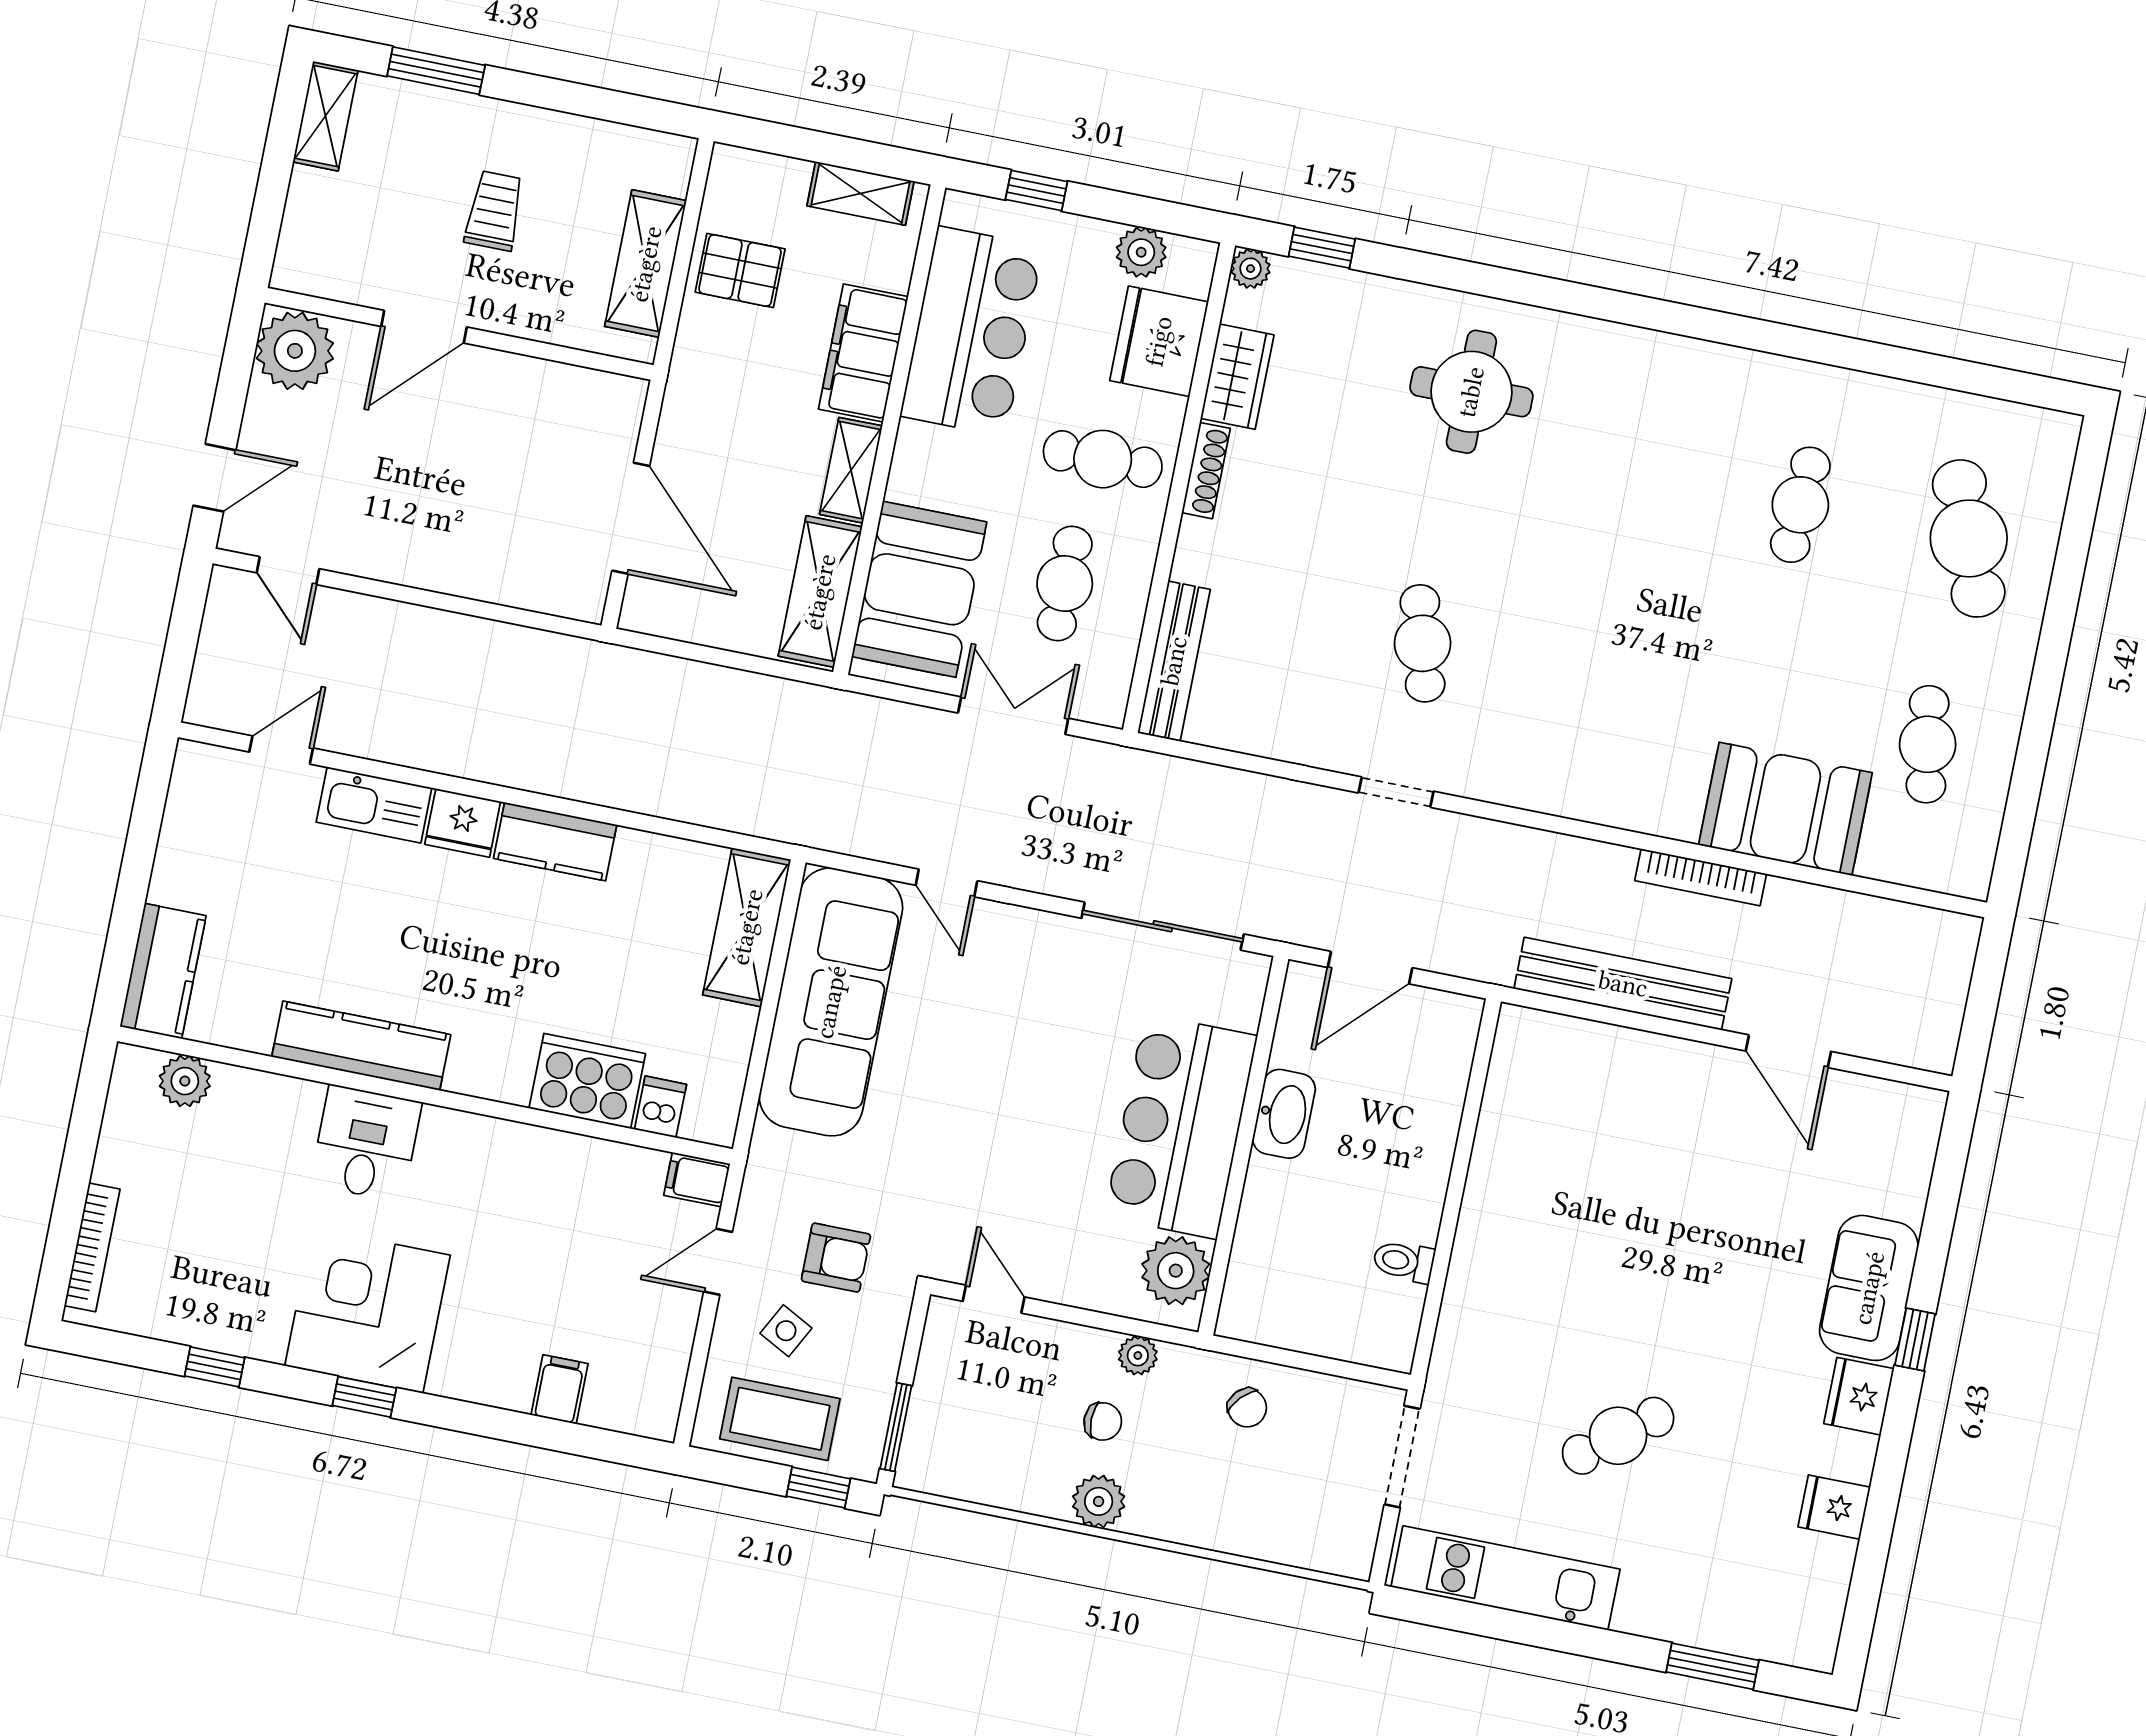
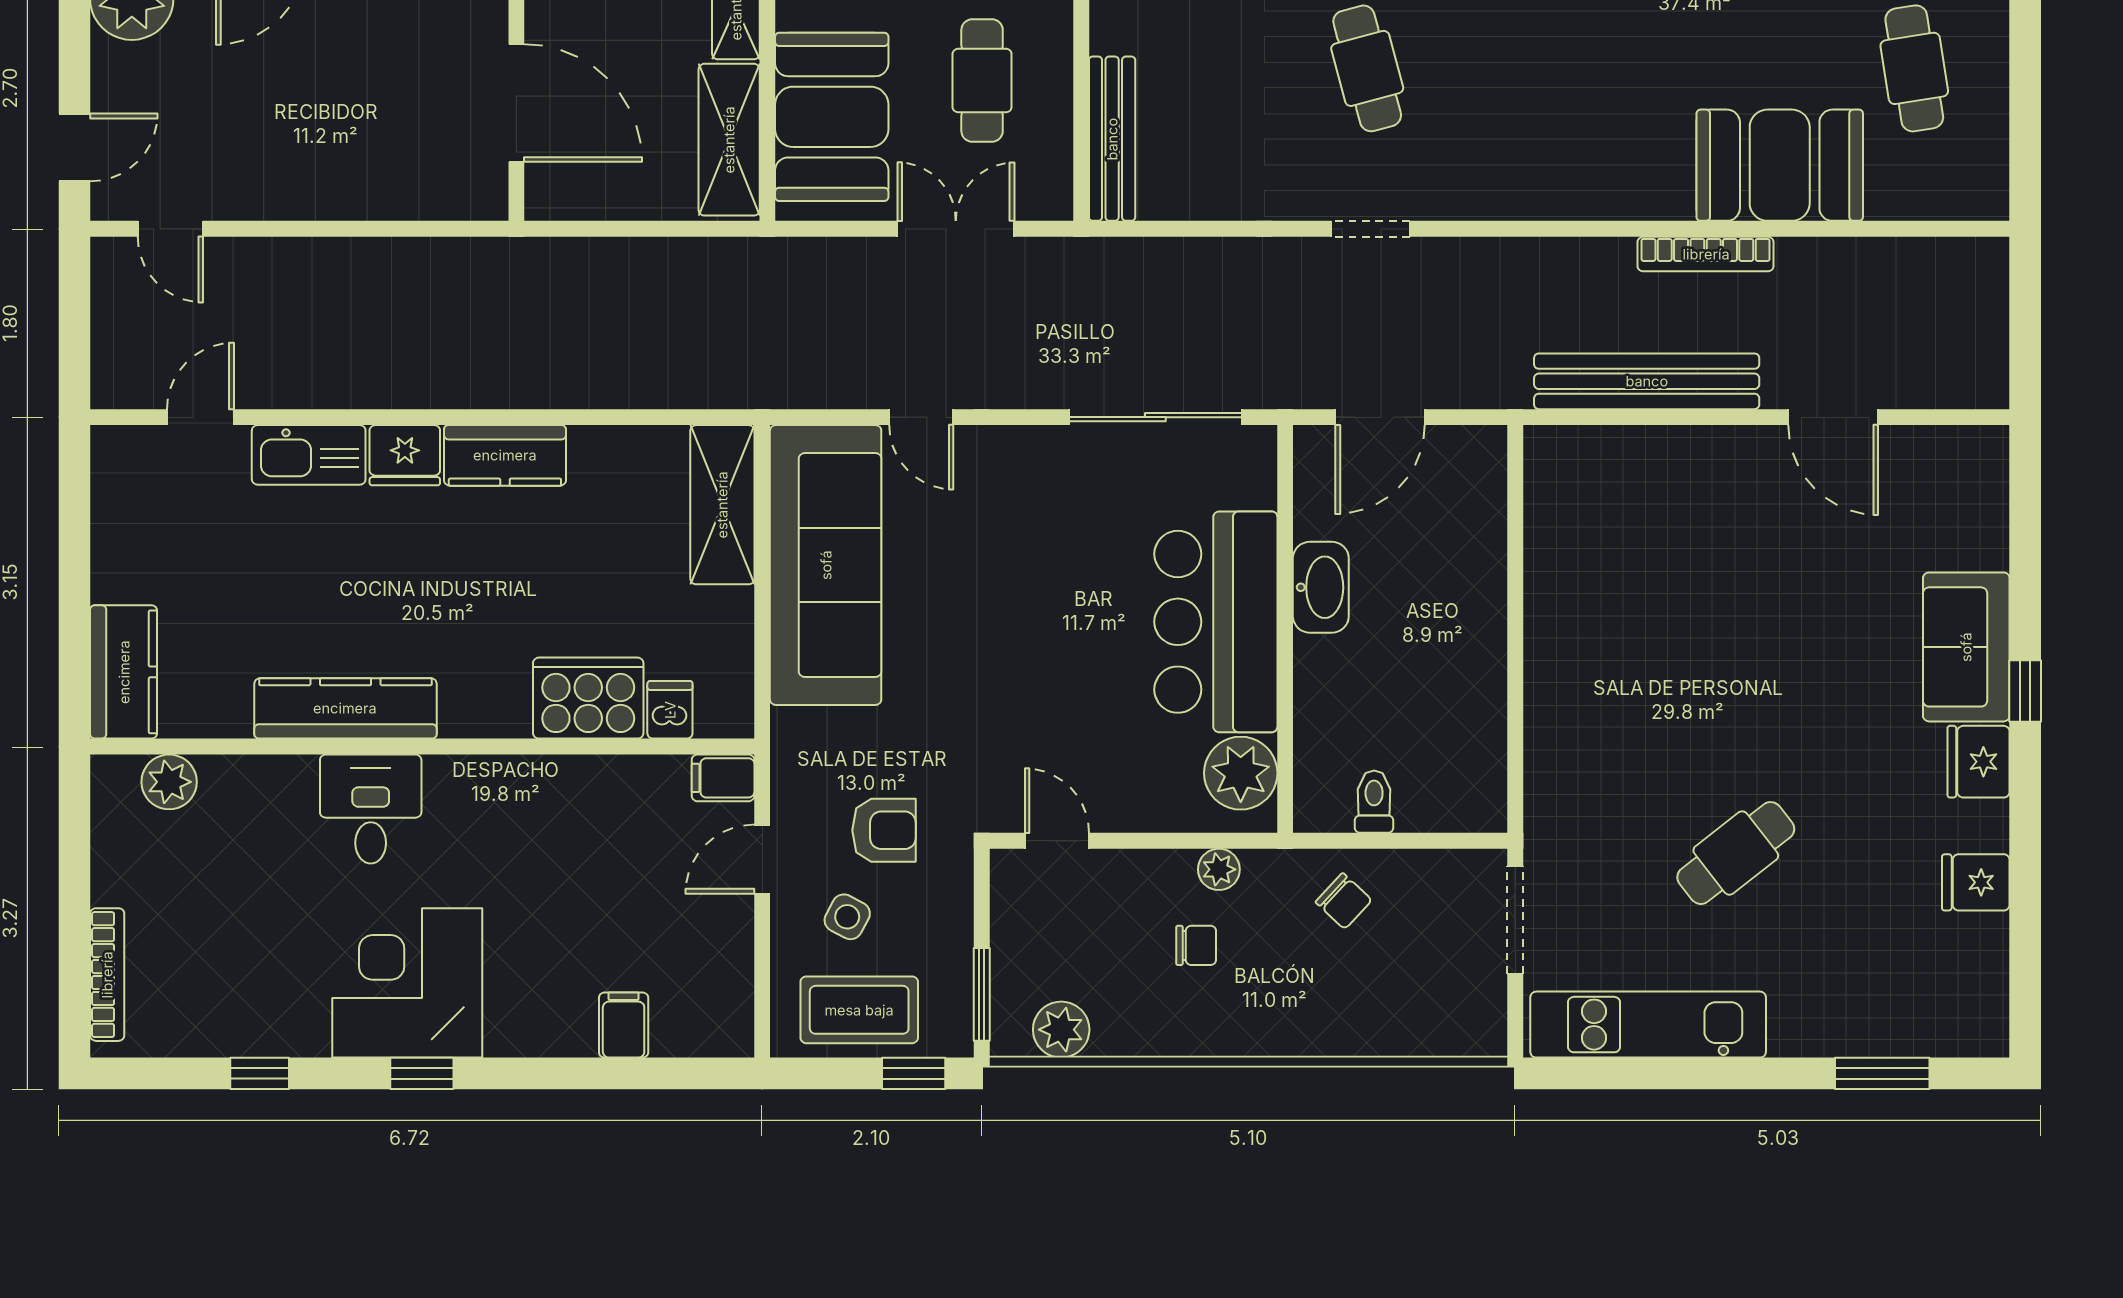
toilet: (1404, 1261) -> (1374, 802), moved, turned 90
plant: (1099, 1501) -> (1061, 1030), moved

